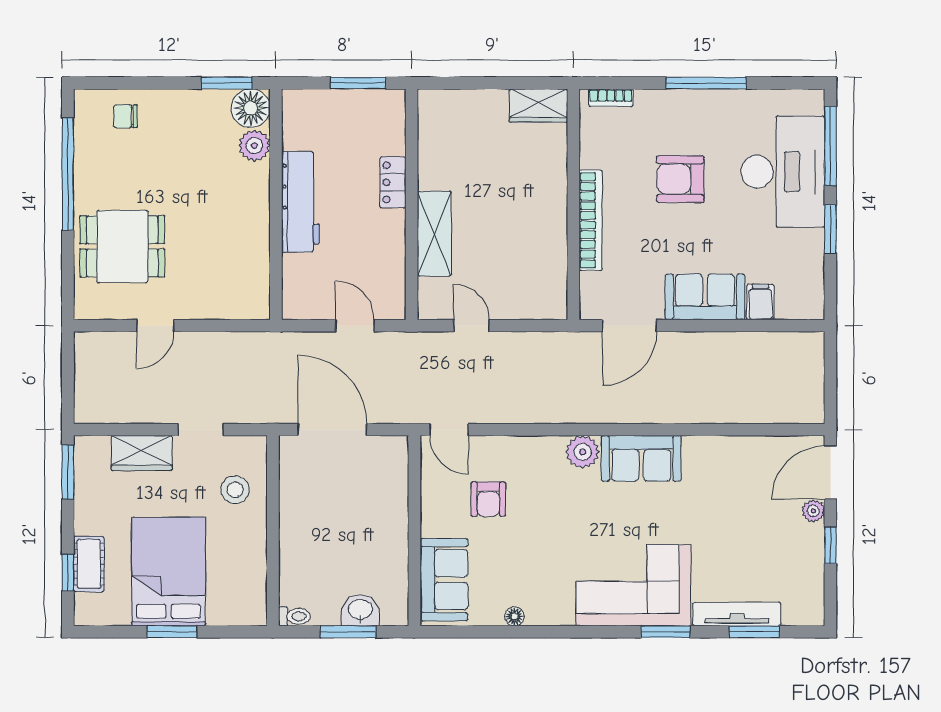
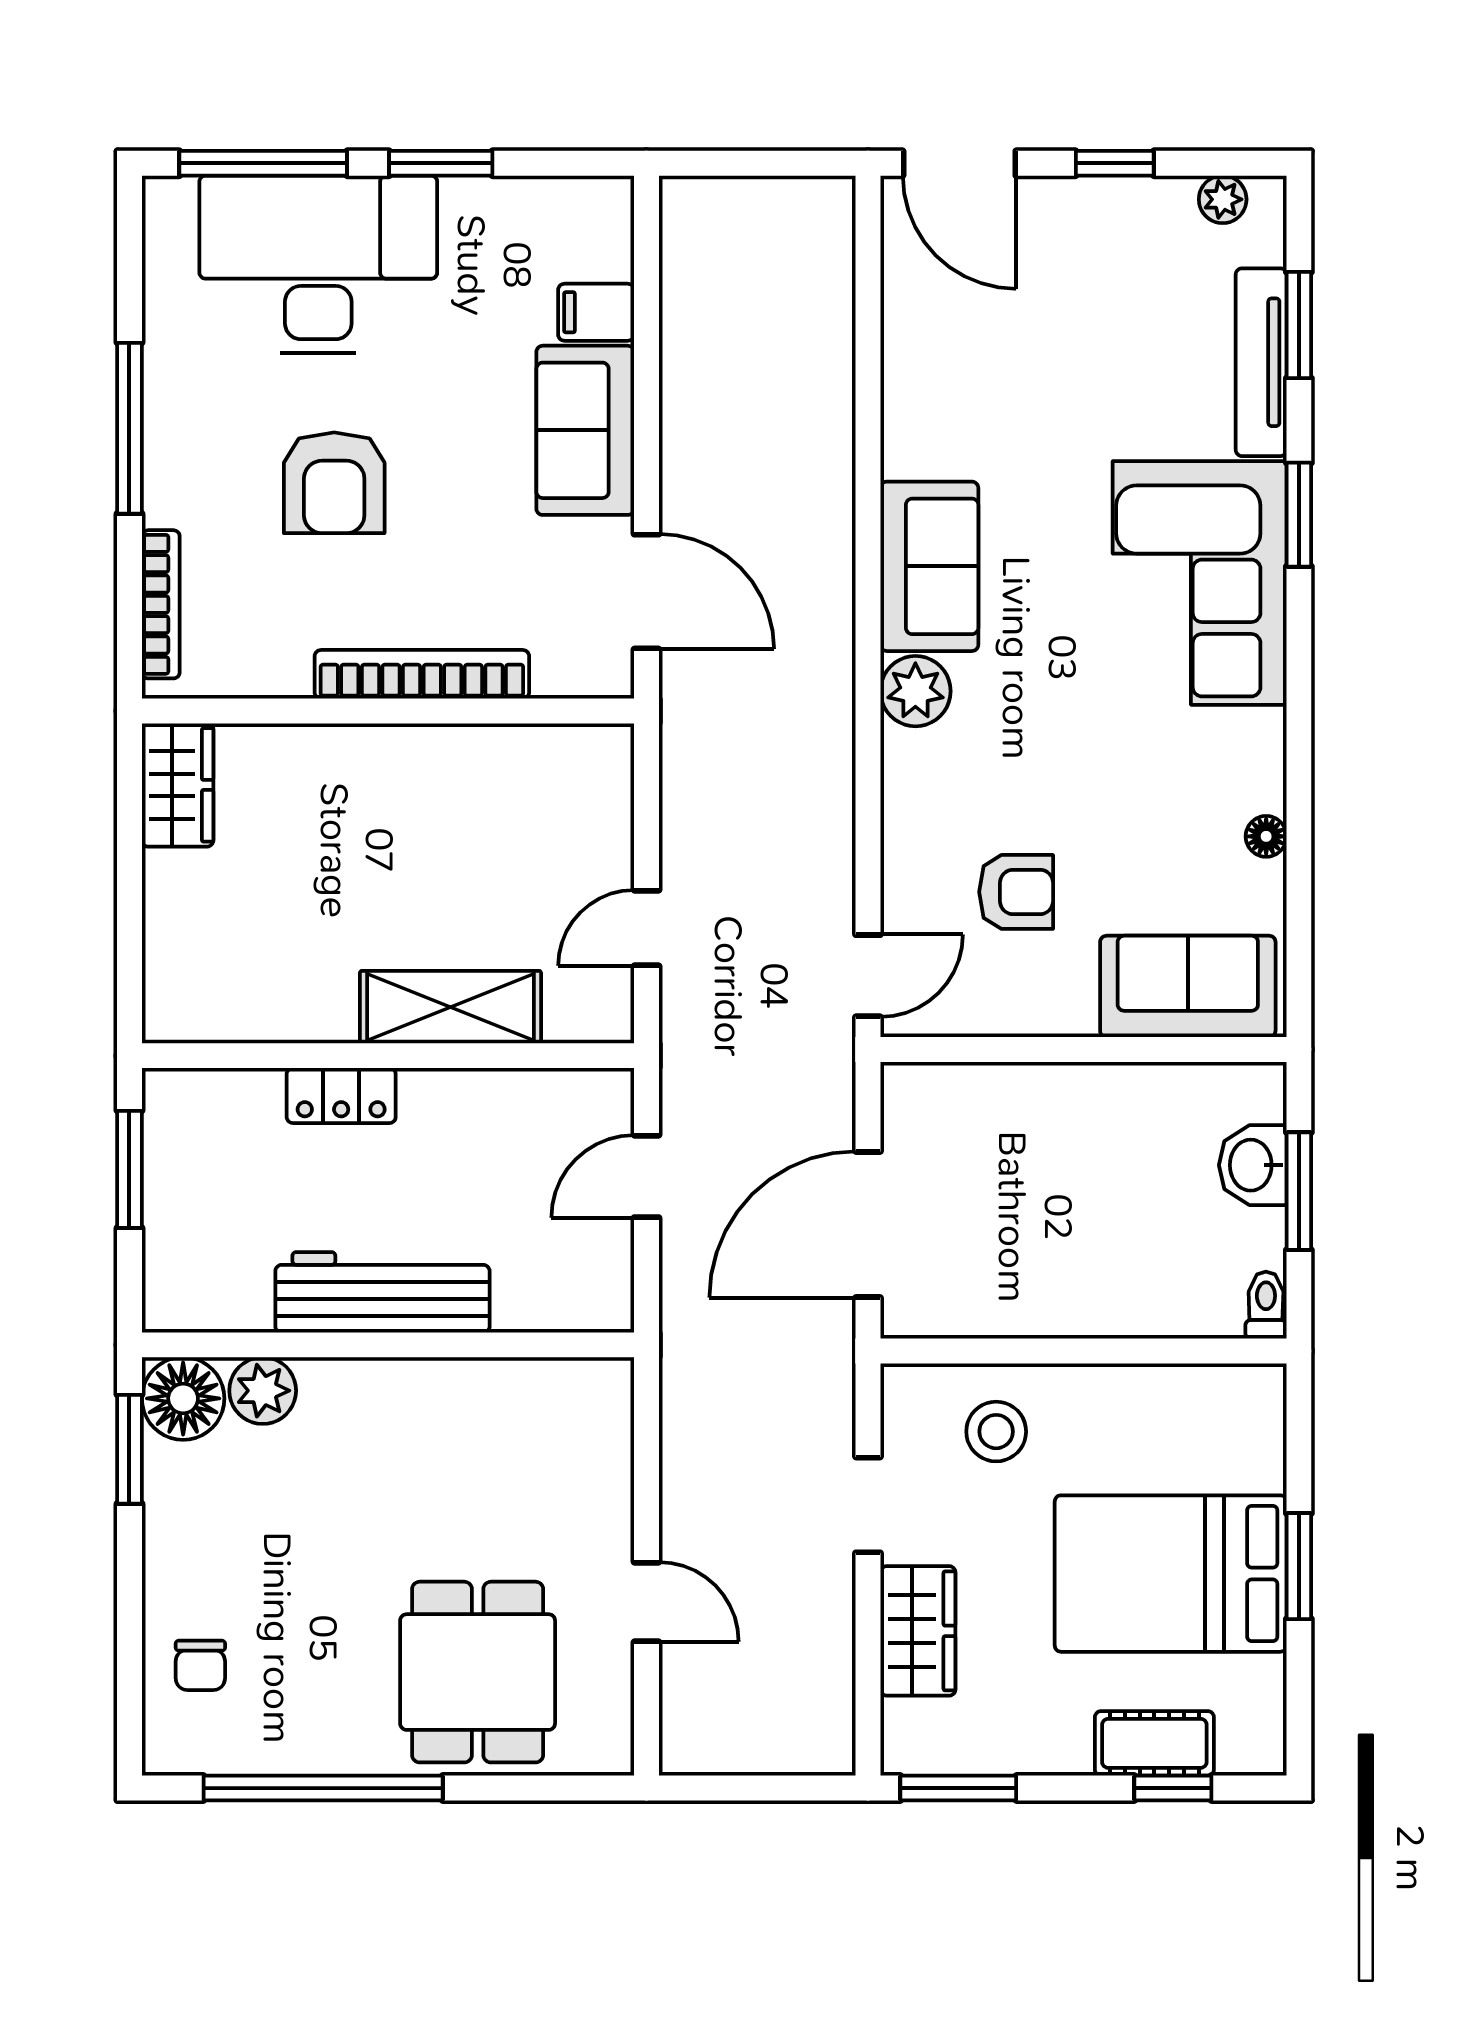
bookcase: (611, 98) -> (161, 604), width x1.56
plant: (813, 511) -> (1223, 199), moved

